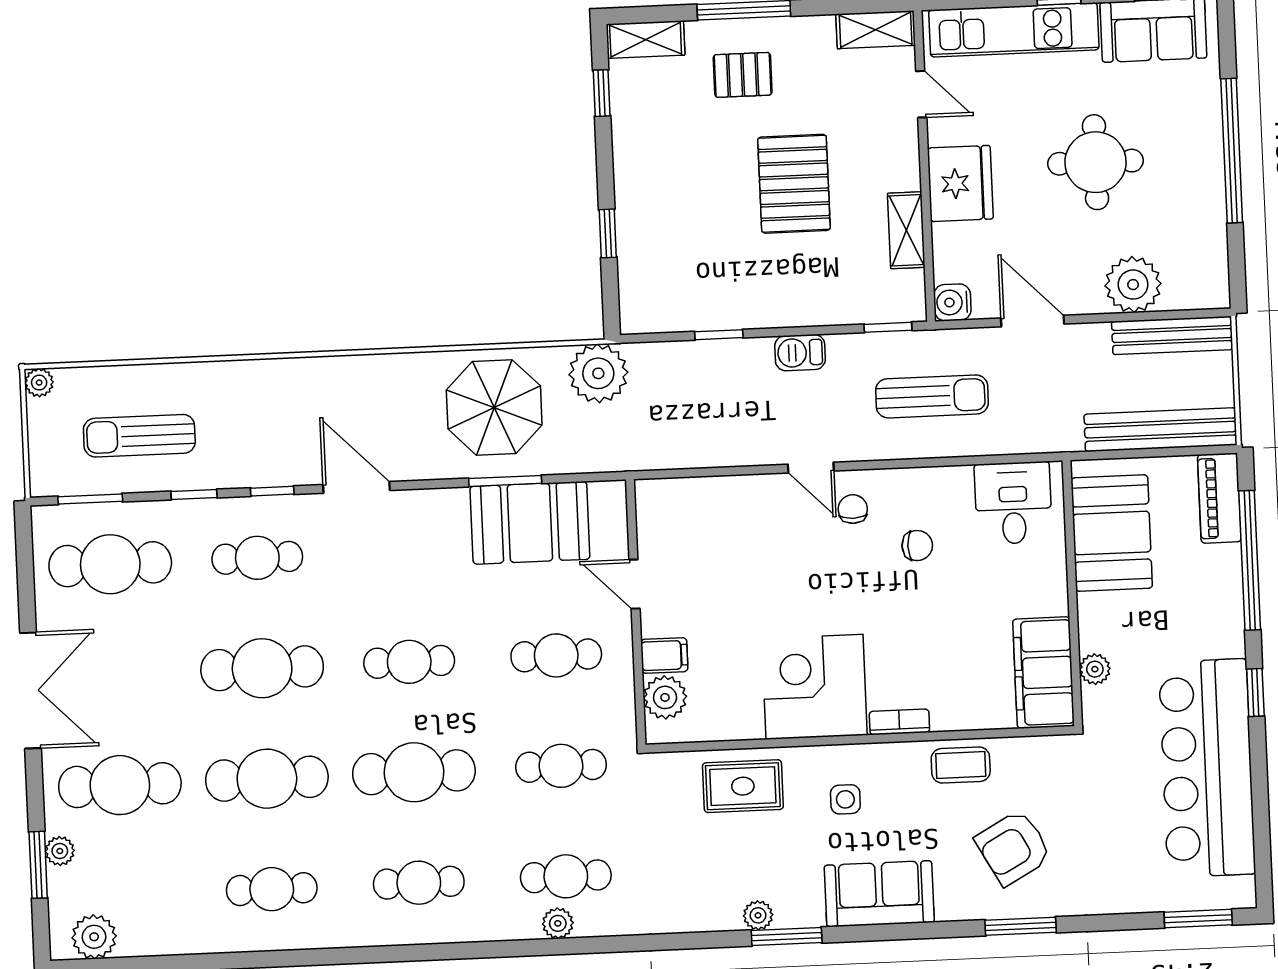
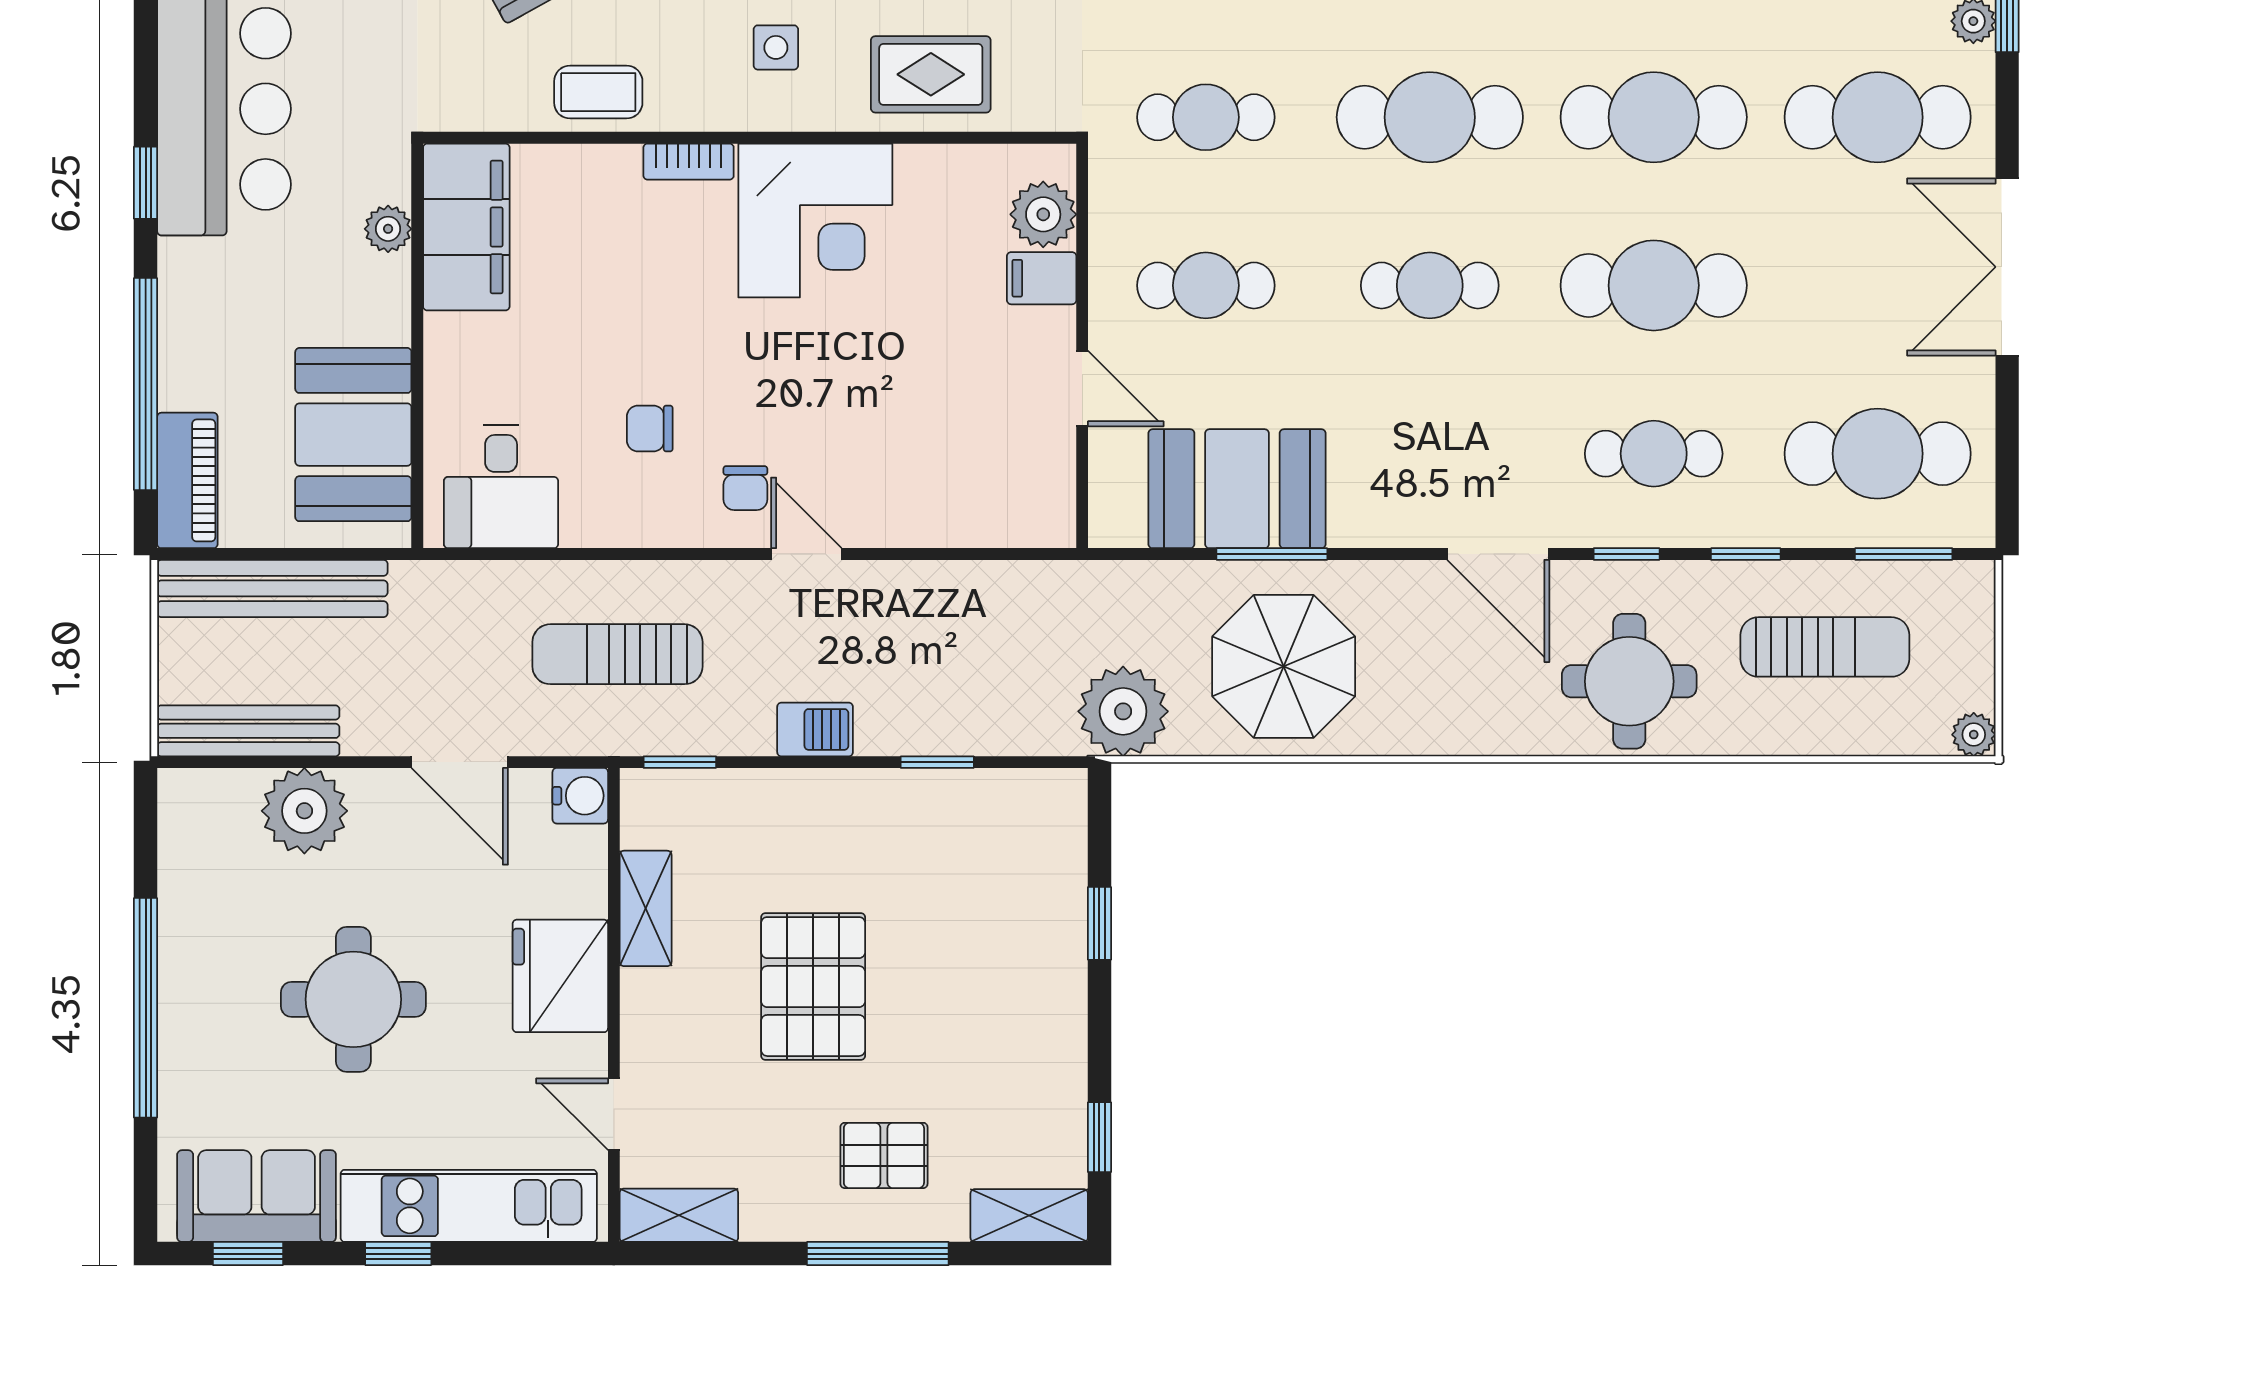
round table: (267, 408) -> (1629, 681), added

